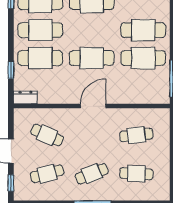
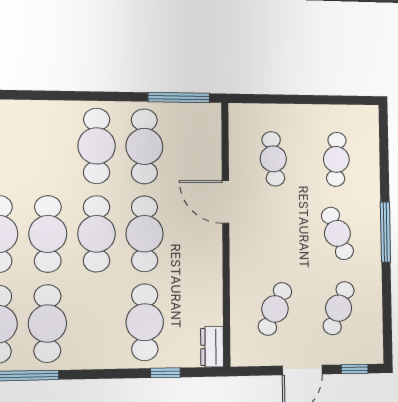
cafe table: (40, 30) -> (96, 234), moved
door: (93, 106) -> (226, 202), moved
cafe table: (47, 174) -> (339, 308), turned 36

